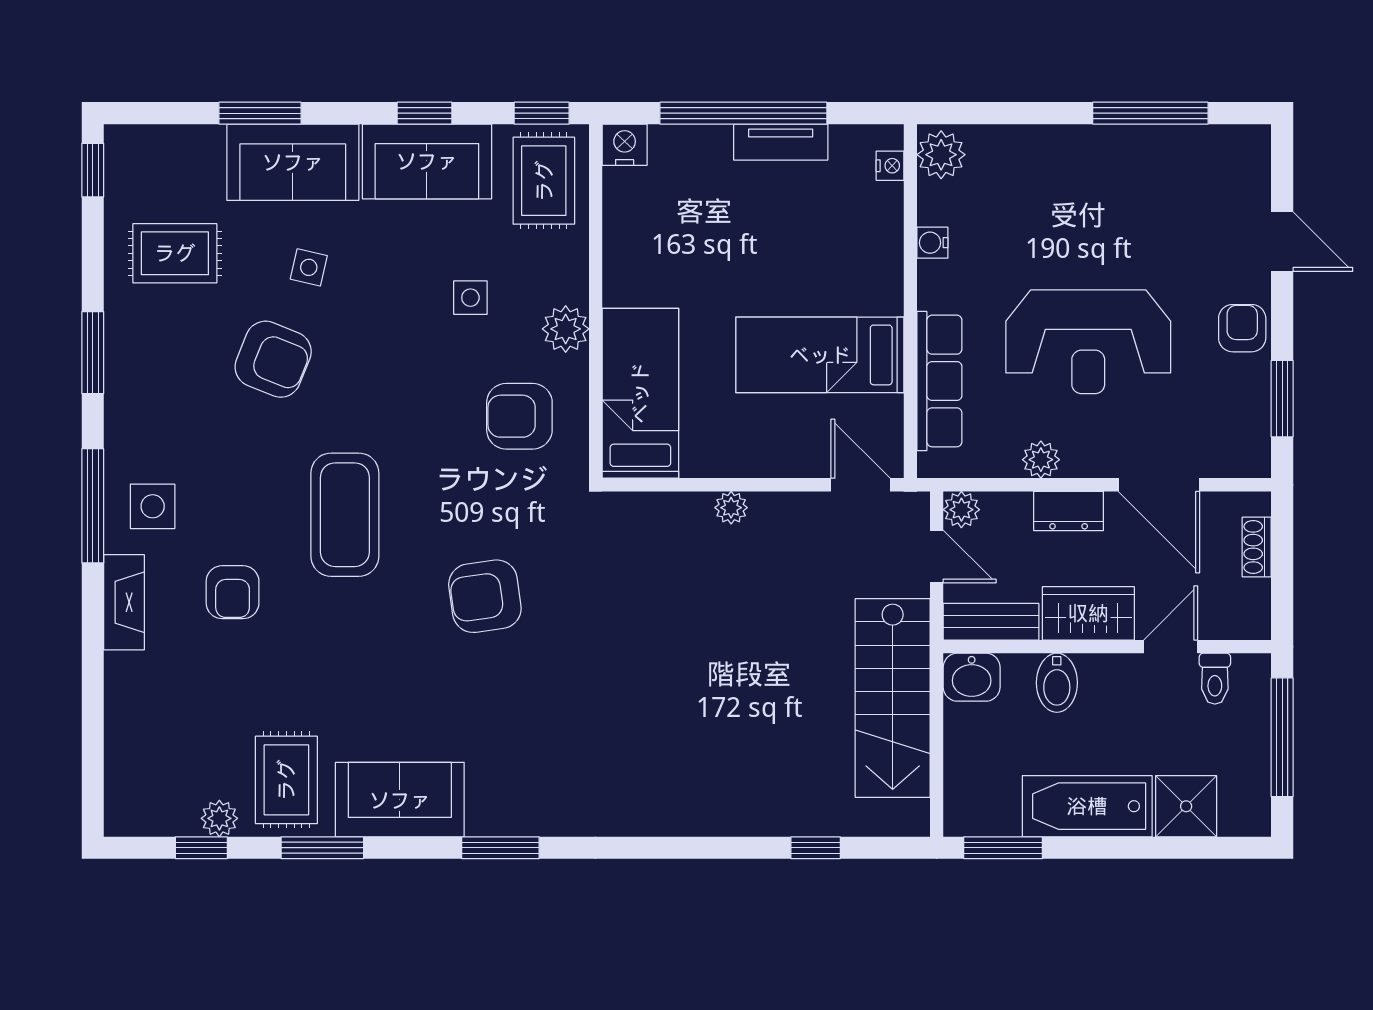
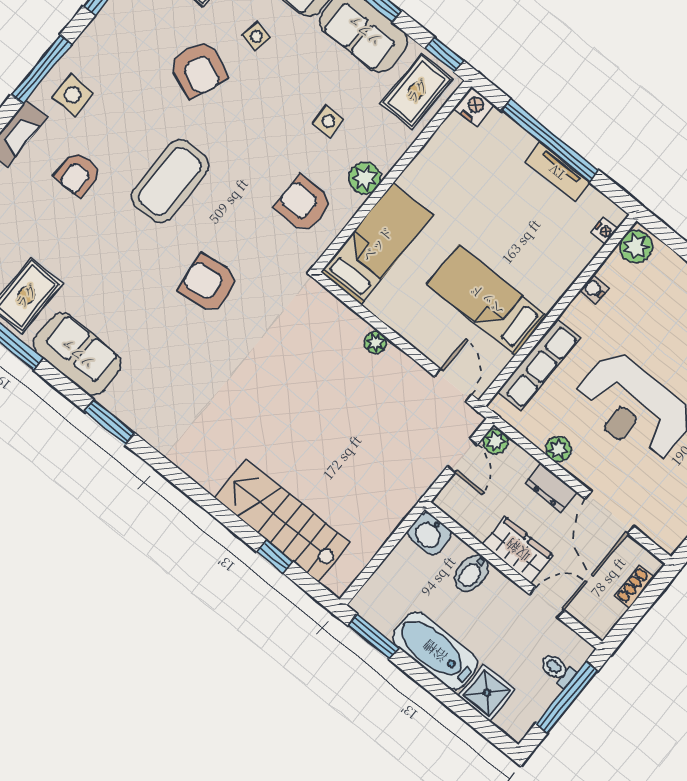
bench: (991, 622) -> (463, 513), removed
toilet: (1215, 679) -> (558, 670), moved, turned 90
stairs: (893, 698) -> (282, 521), moved, turned 90

